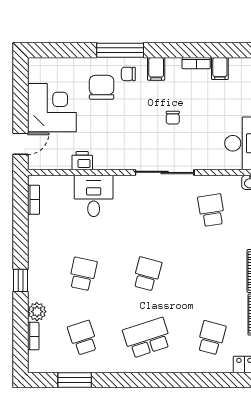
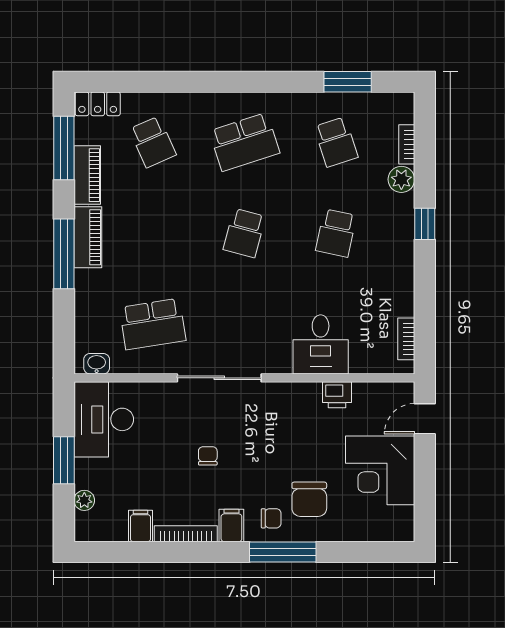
bookcase: (196, 63) -> (186, 534), width x1.56
school desk: (211, 210) -> (153, 324), width x1.85
school desk: (211, 338) -> (153, 142), turned -39

